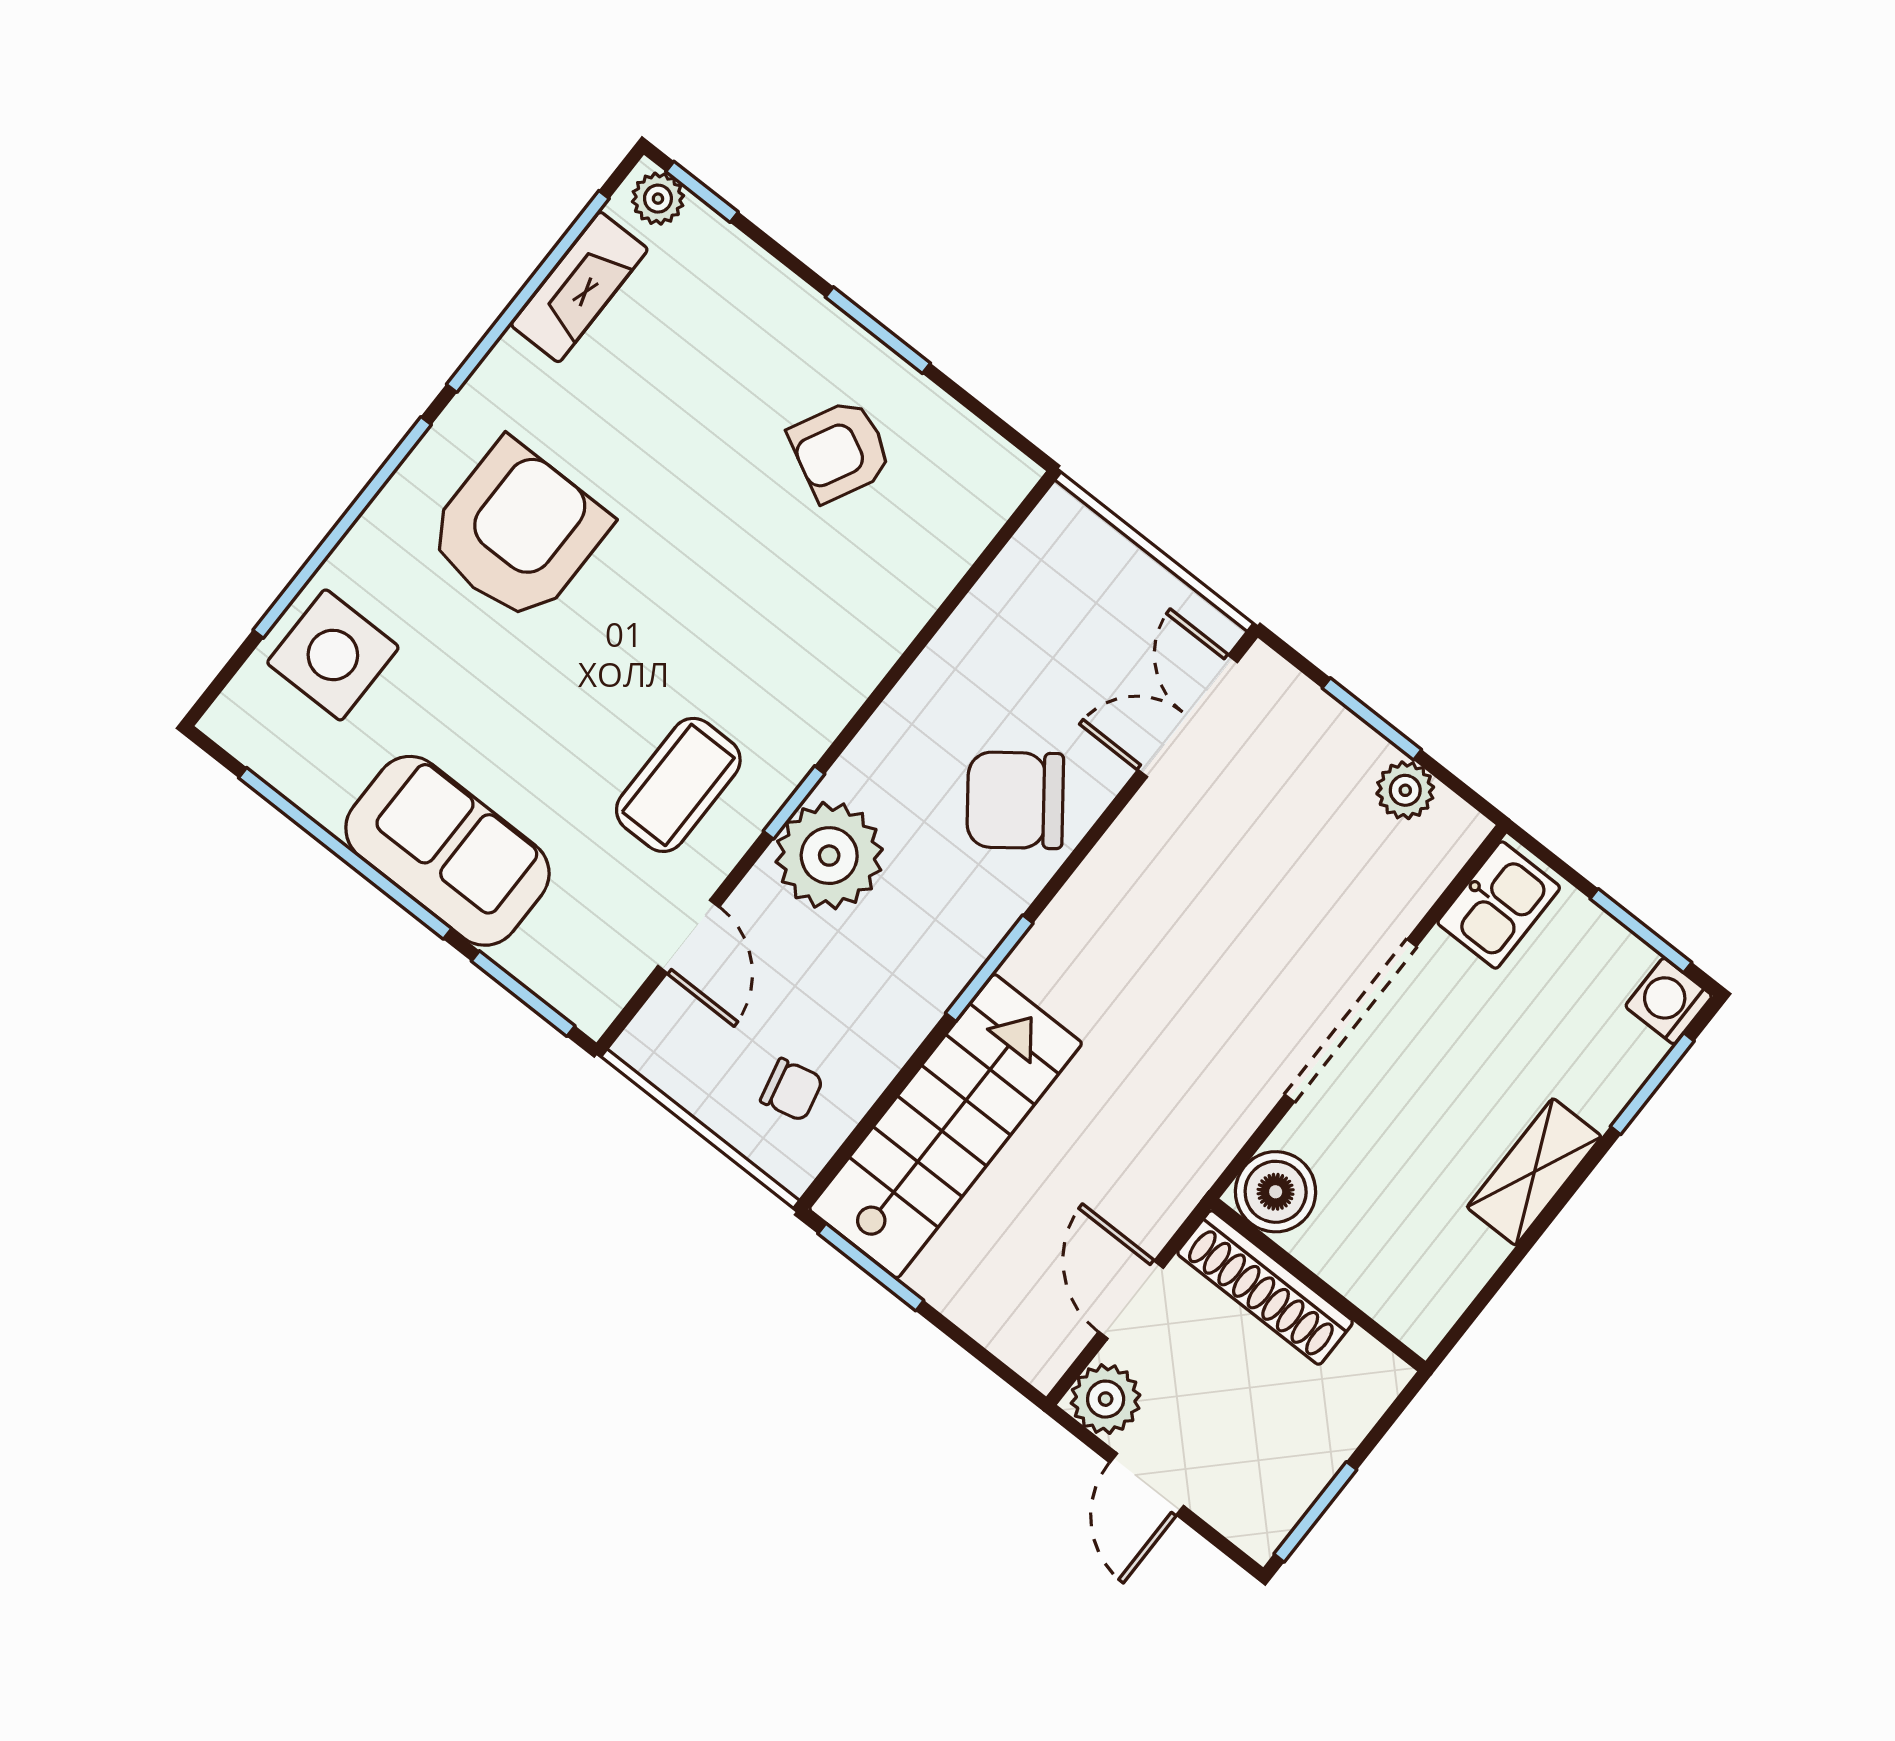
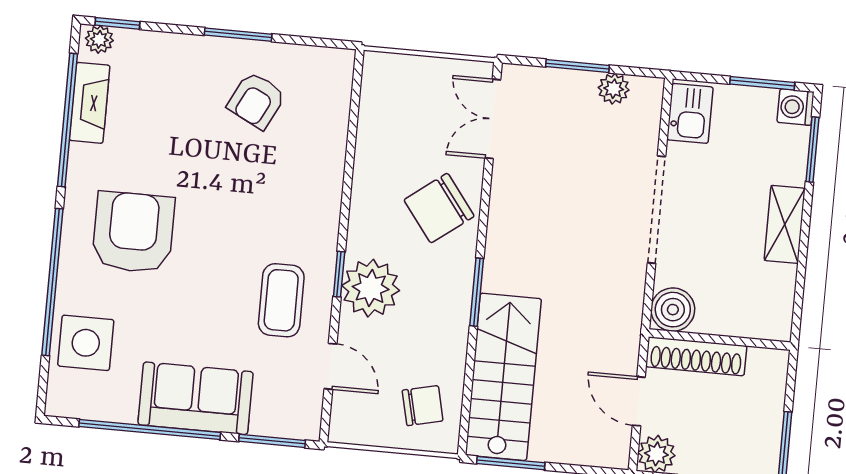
chair: (792, 1090) -> (423, 406), width x1.37, depth x1.37

